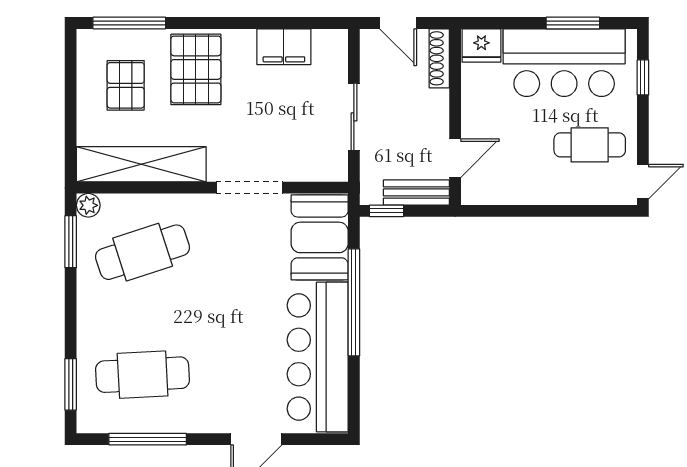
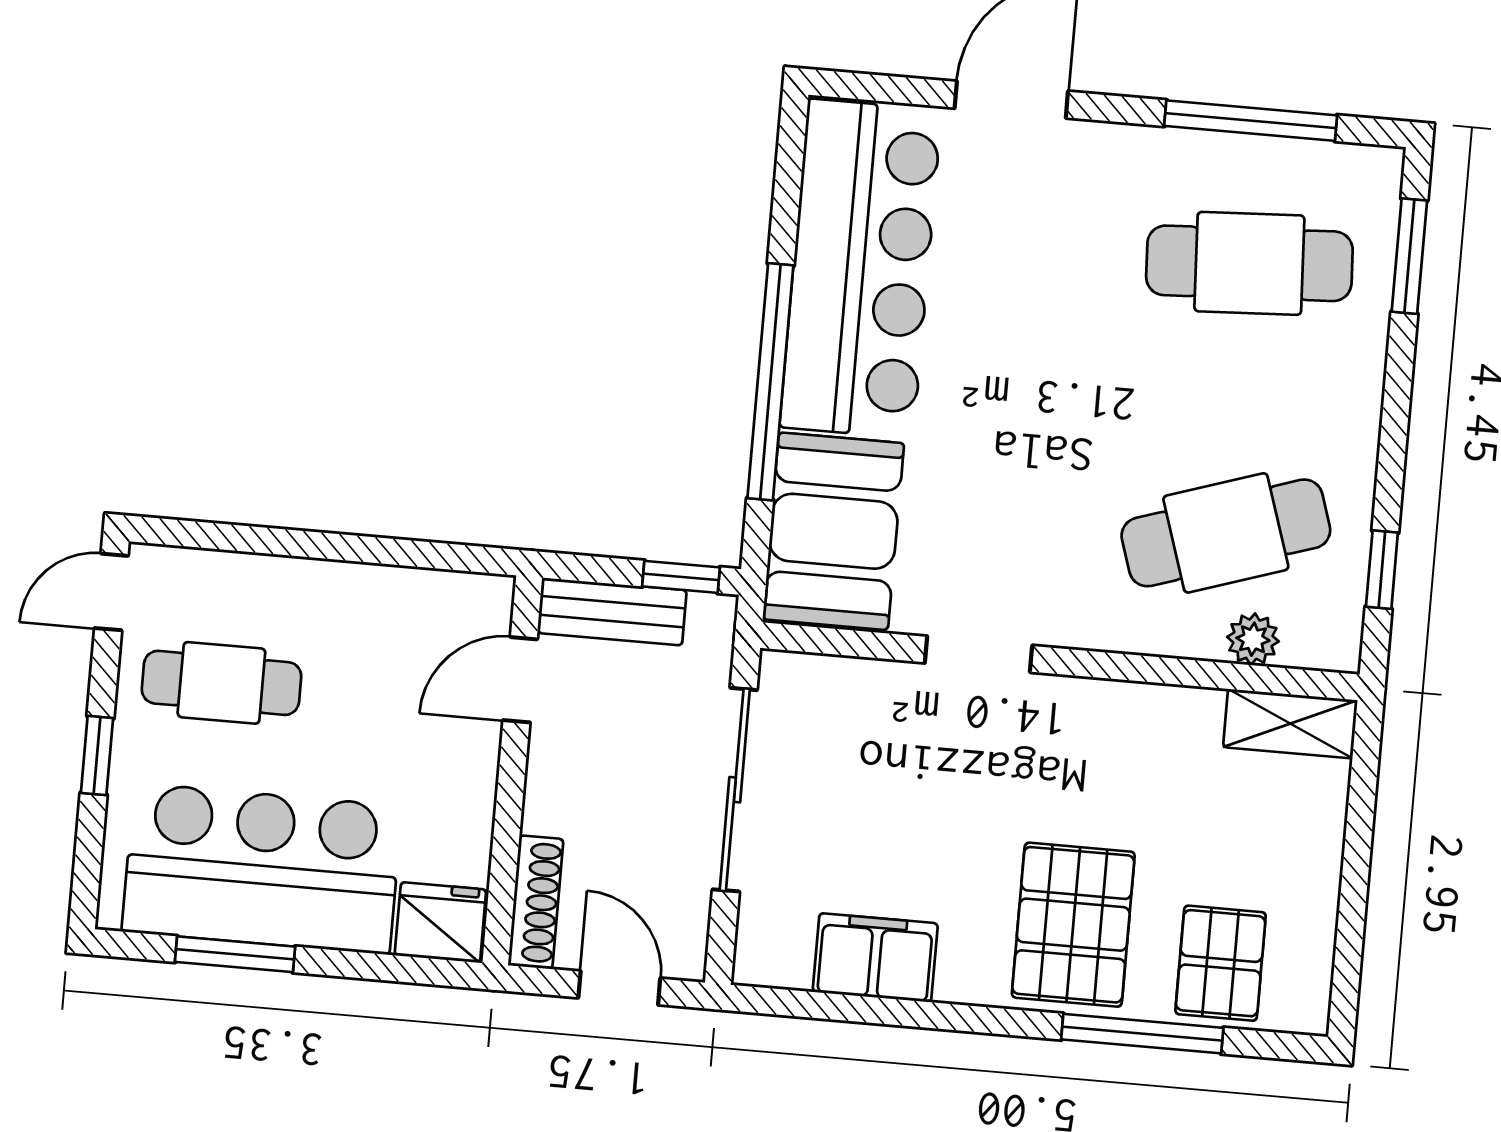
window: (129, 23) -> (1142, 1034), moved
window: (643, 77) -> (97, 756), moved
pallet: (126, 85) -> (1221, 963), moved
sliding door: (354, 117) -> (735, 790), width x1.37
shelving: (141, 164) -> (1290, 724), width x0.45, depth x0.75
doorway: (249, 188) -> (979, 654), width x0.73
plant: (88, 205) -> (1253, 639), moved
window: (71, 242) -> (1382, 570), width x0.67

